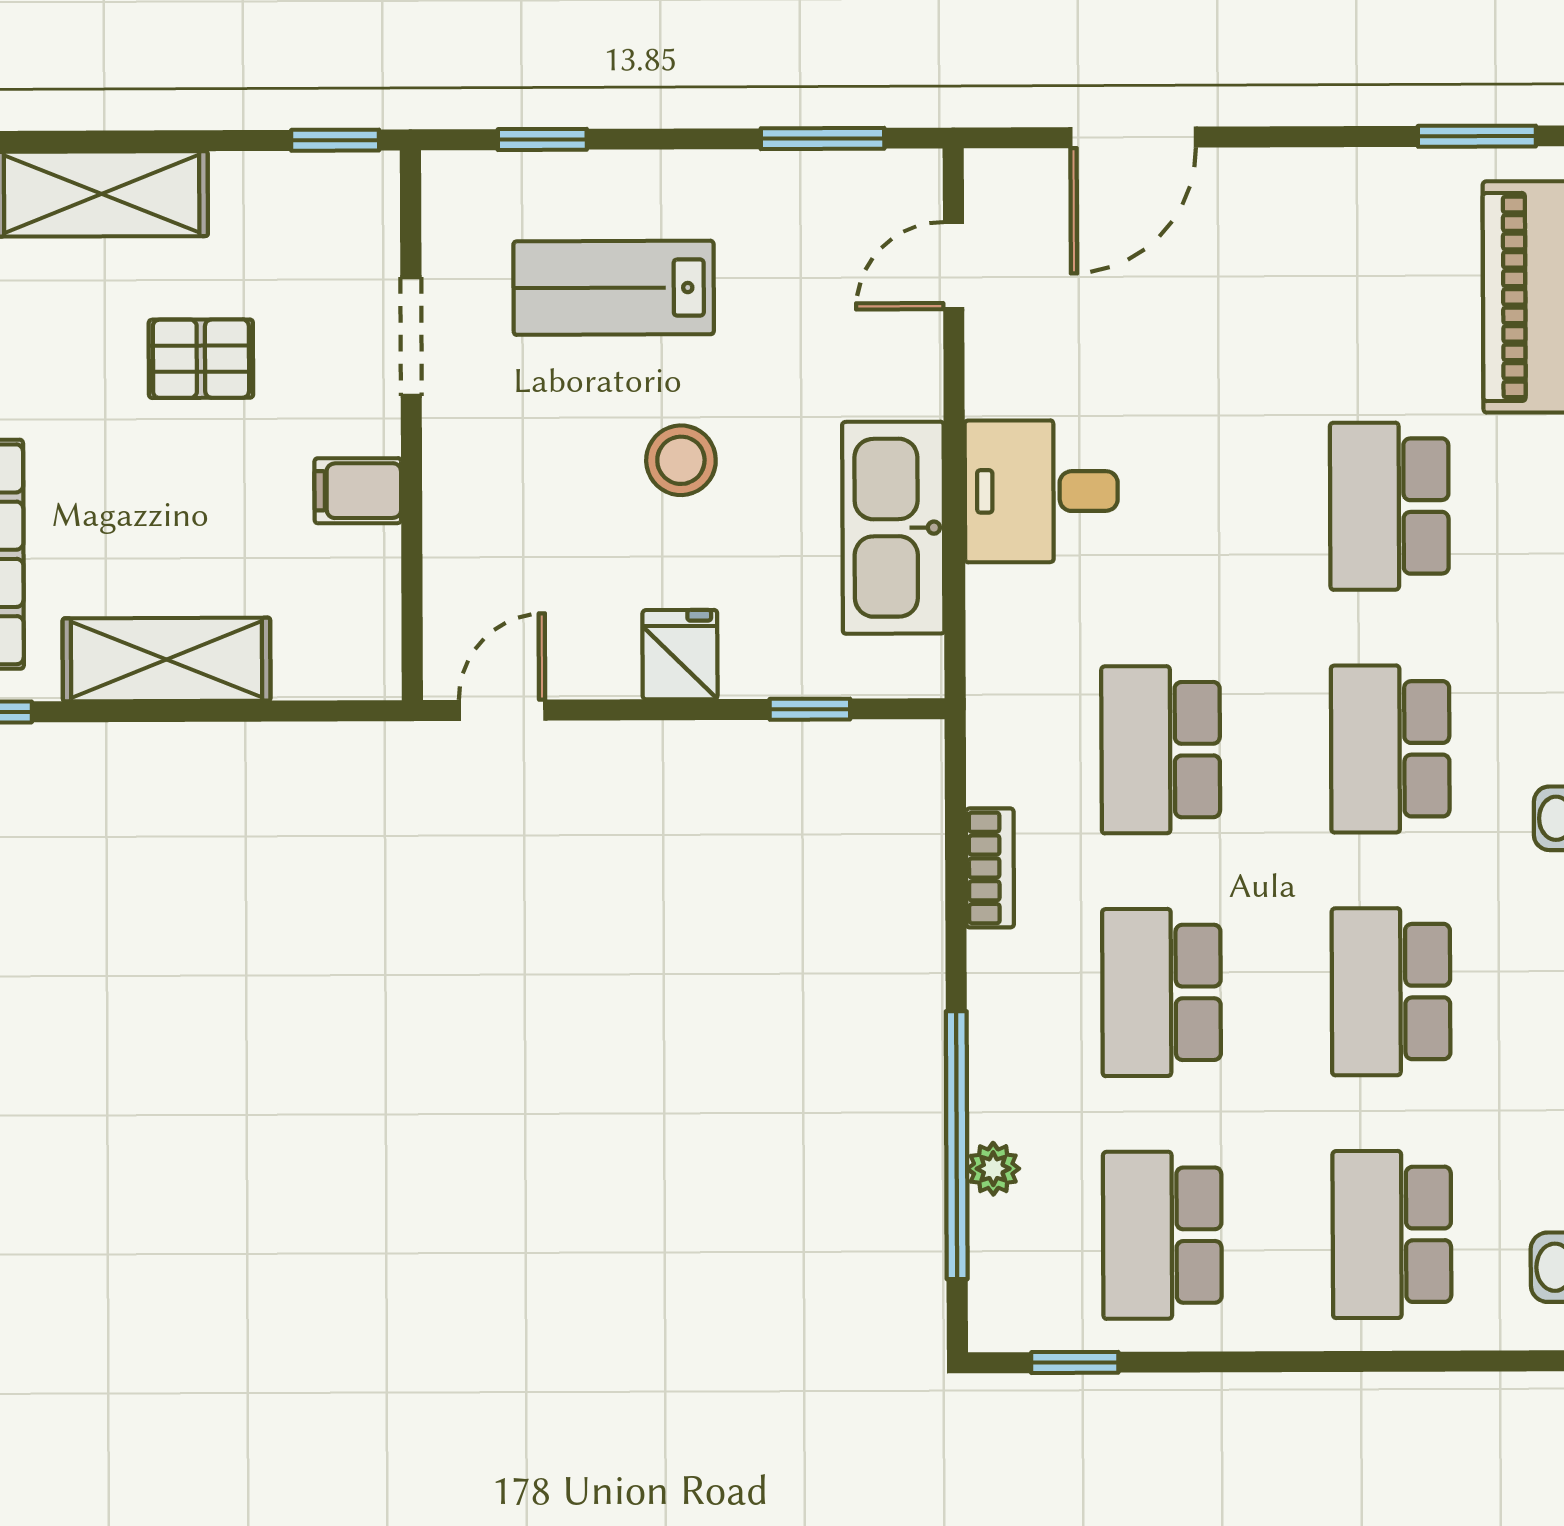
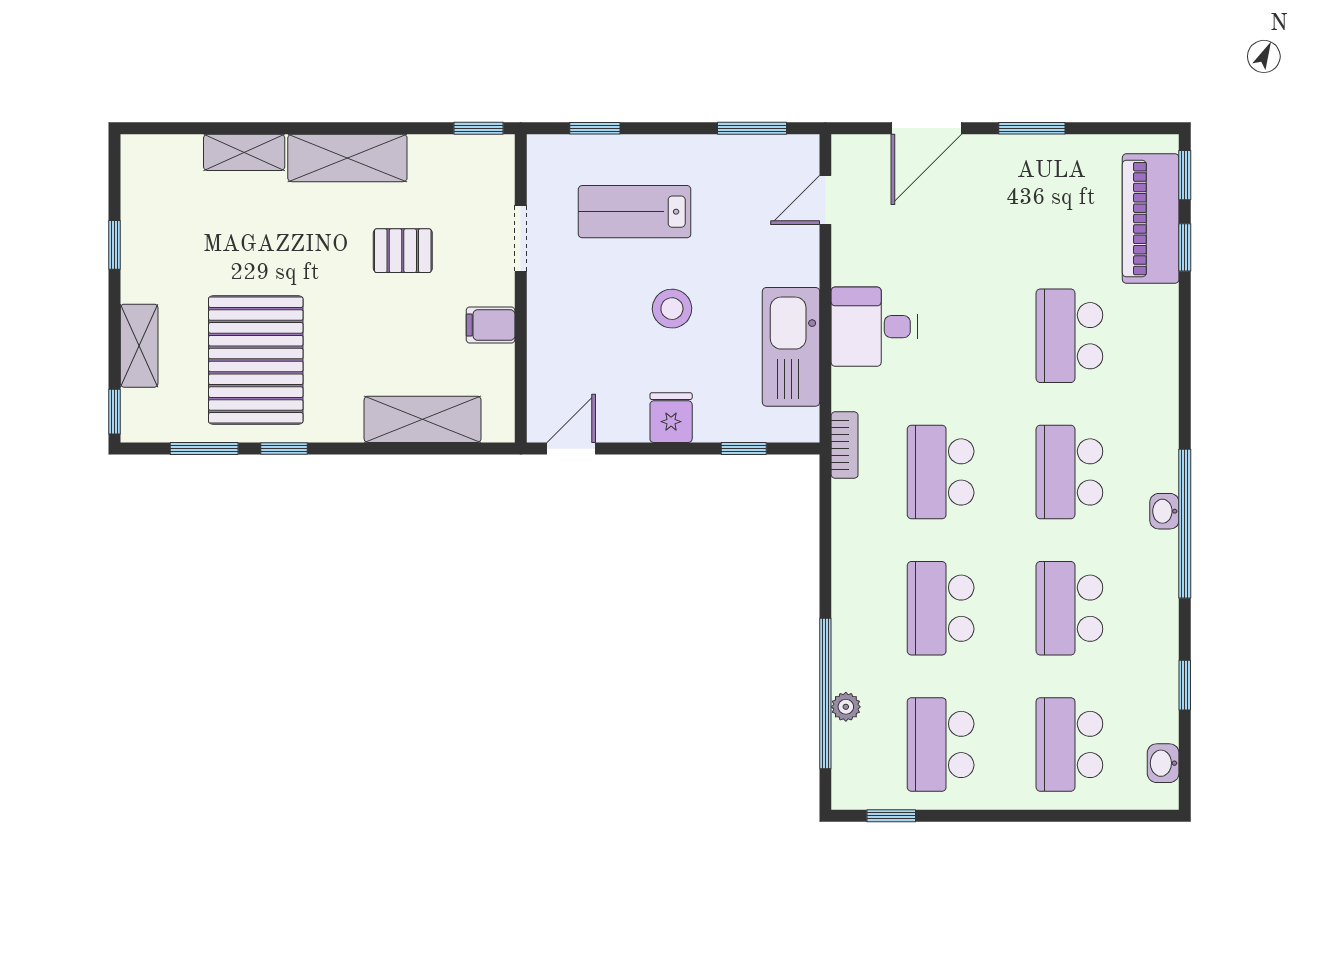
window: (1477, 136) -> (1032, 128), moved
shelving: (167, 659) -> (423, 419), moved
bookcase: (990, 868) -> (845, 445), moved

